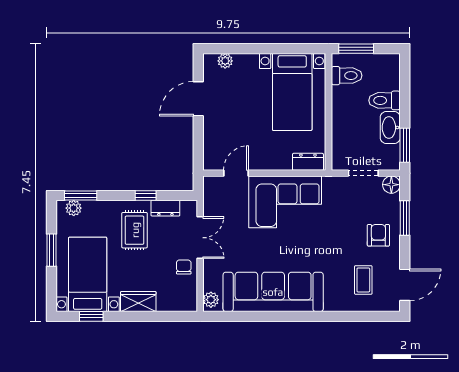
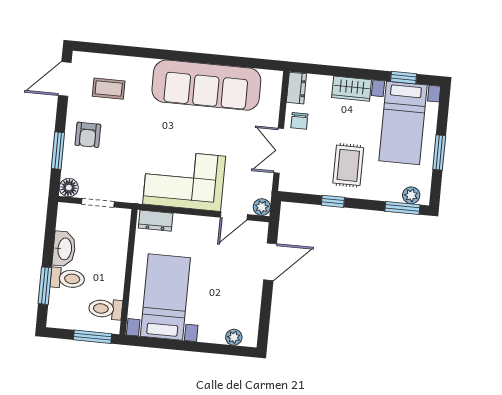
door: (198, 99) -> (270, 262), moved
window: (405, 145) -> (45, 286), moved
dresser: (165, 208) -> (296, 88), moved, turned 90
coffee table: (363, 280) -> (109, 89), turned 90
plant: (211, 300) -> (262, 207), moved

